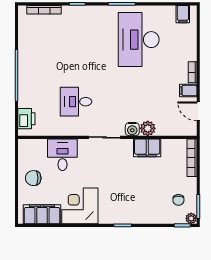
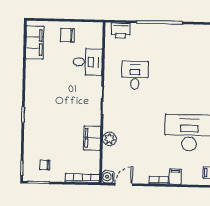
filing cabinet: (188, 91) -> (175, 177), moved
water cooler: (132, 129) -> (108, 177), moved
chair: (33, 178) -> (67, 35), turned -90
corner desk: (80, 206) -> (41, 76), removed
plant: (191, 218) -> (28, 176), removed

